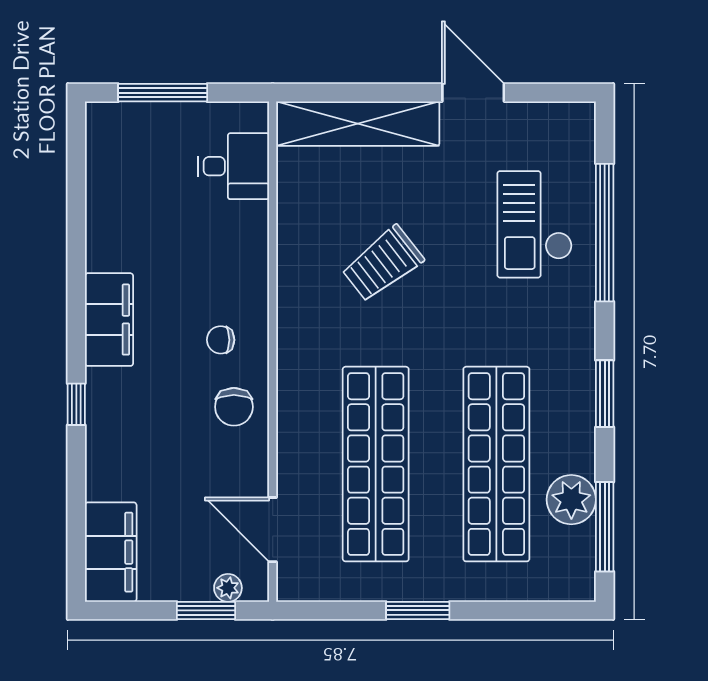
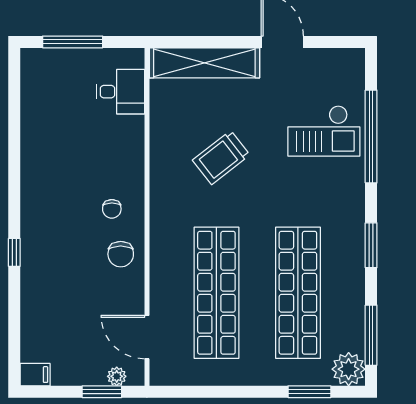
checkout: (535, 224) -> (324, 131), turned -90
filing cabinet: (109, 320) -> (36, 195), removed
chair: (221, 340) -> (112, 209), turned -90
plant: (571, 500) -> (349, 369), moved
filing cabinet: (111, 552) -> (35, 375), width x0.33, depth x0.86
window: (418, 610) -> (309, 392), moved

